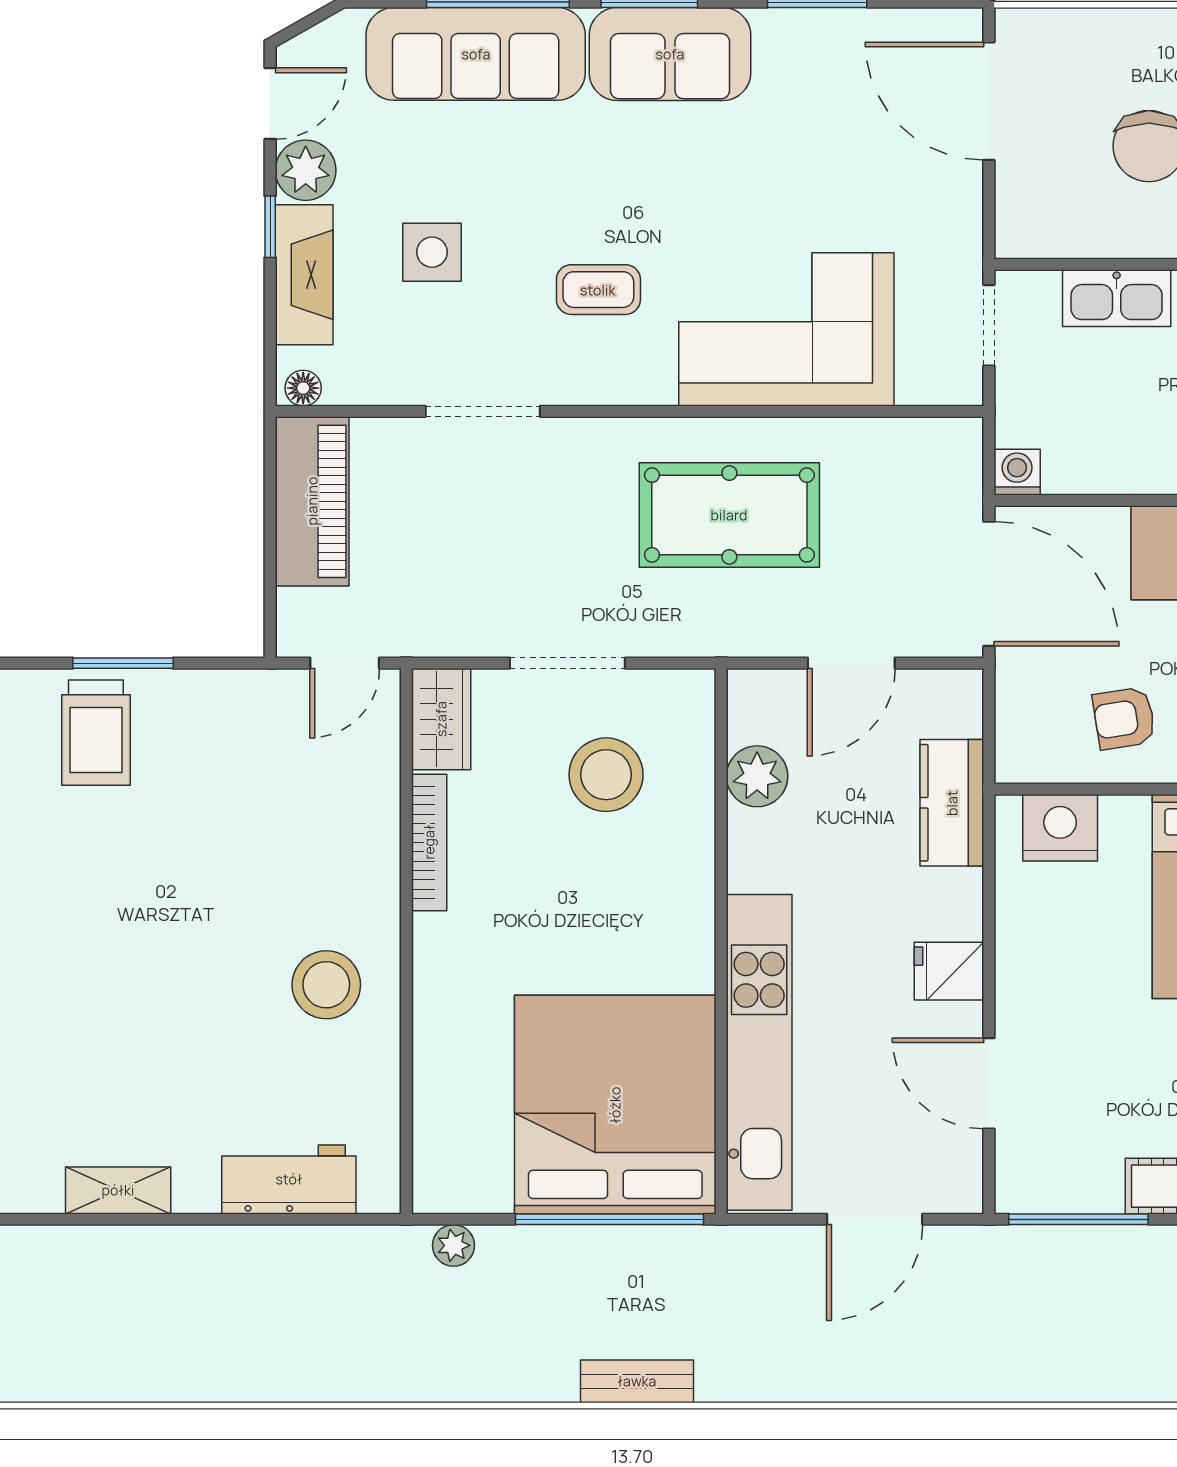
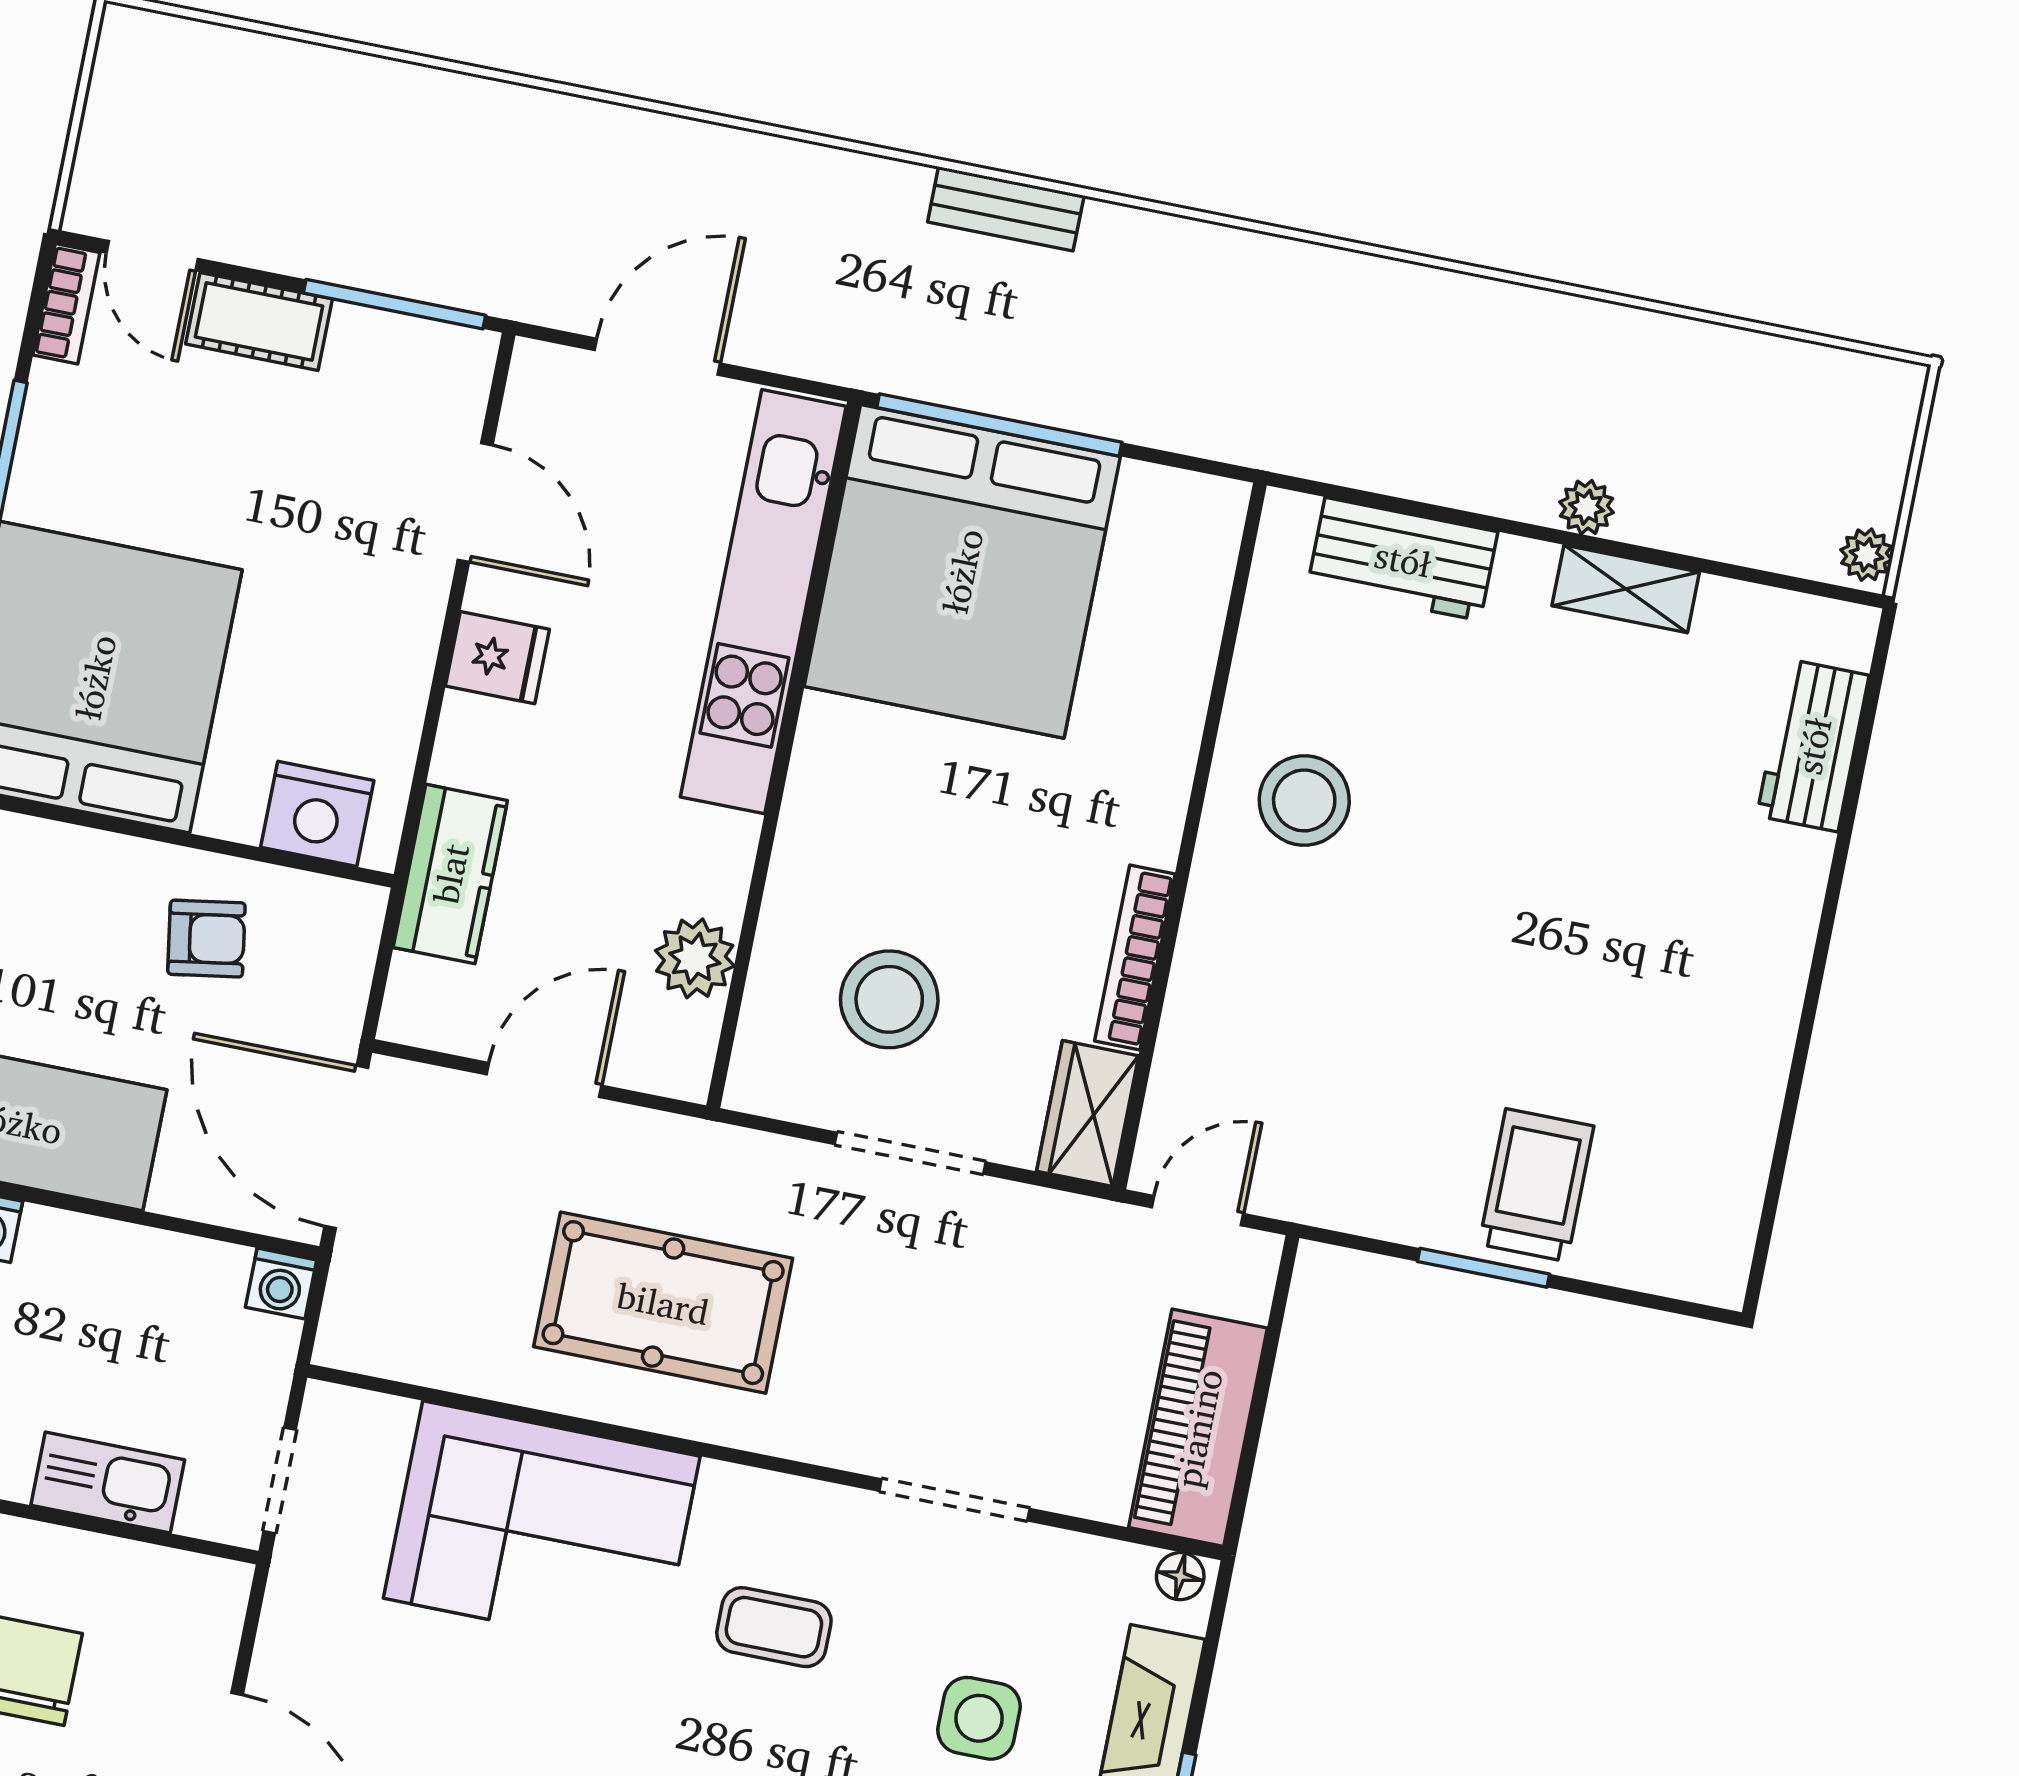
plant: (454, 1245) -> (1587, 507), moved

